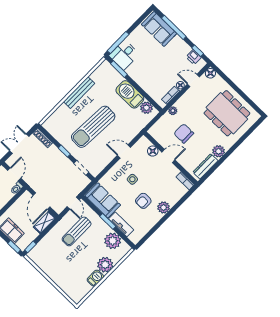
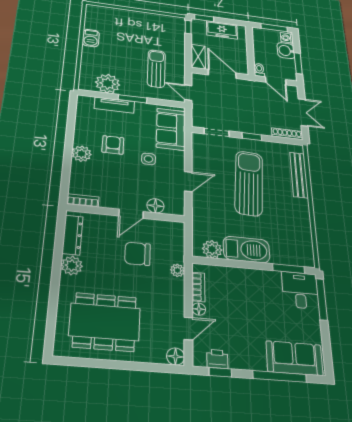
bench: (79, 93) -> (299, 175), moved
chair: (184, 133) -> (138, 254), turned 180
sofa: (103, 200) -> (171, 129), moved, turned 90
plant: (105, 265) -> (93, 56), removed

